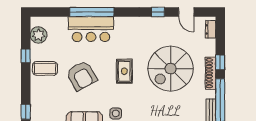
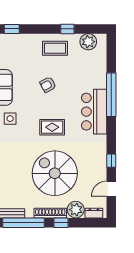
bar counter: (91, 29) -> (94, 112), moved
plant: (207, 48) -> (76, 210), added
coffee table: (45, 68) -> (55, 48), turned 90
armchair: (82, 76) -> (48, 85), width x0.53, depth x0.53

